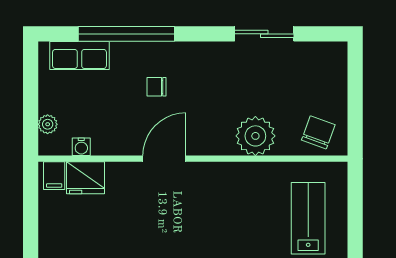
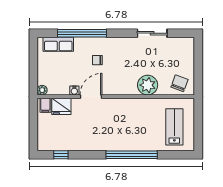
plant: (48, 124) -> (42, 90), moved
water cooler: (81, 147) -> (74, 91), moved
door: (164, 159) -> (91, 97), moved

